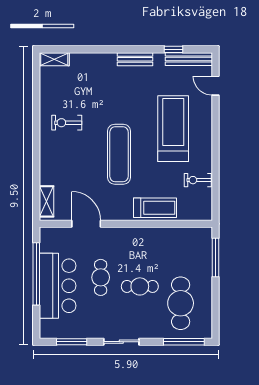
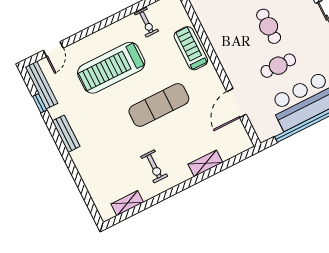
shelving: (54, 59) -> (127, 203), moved, turned 90
shelving: (47, 201) -> (205, 163), moved

